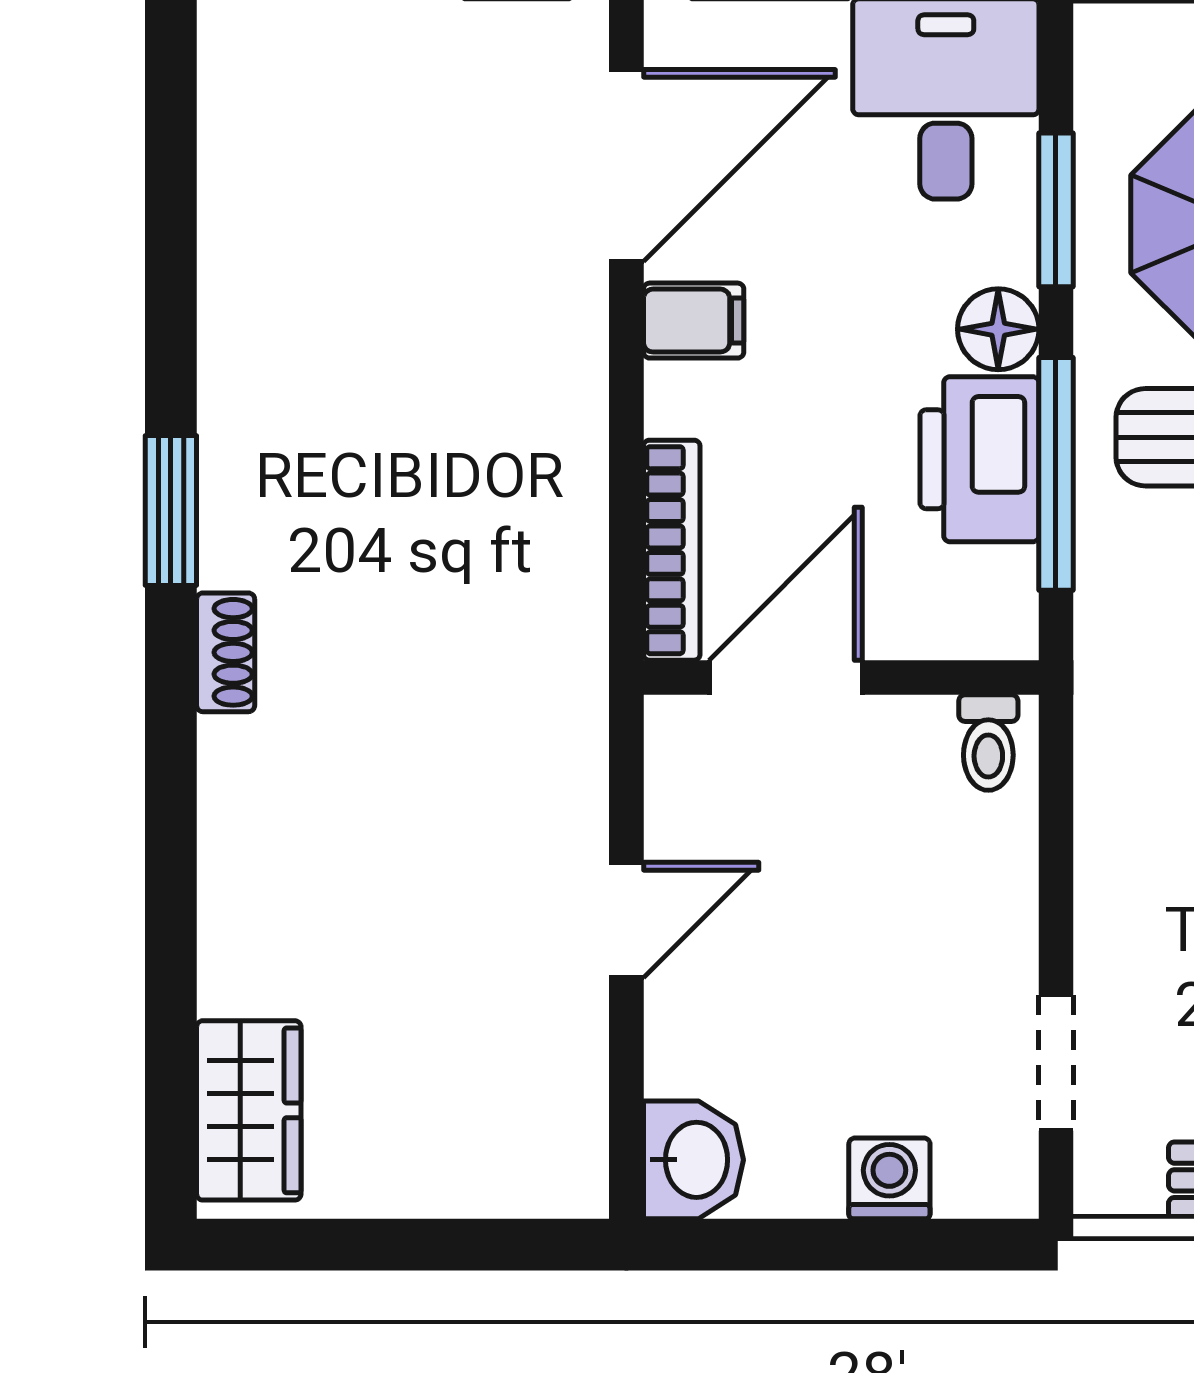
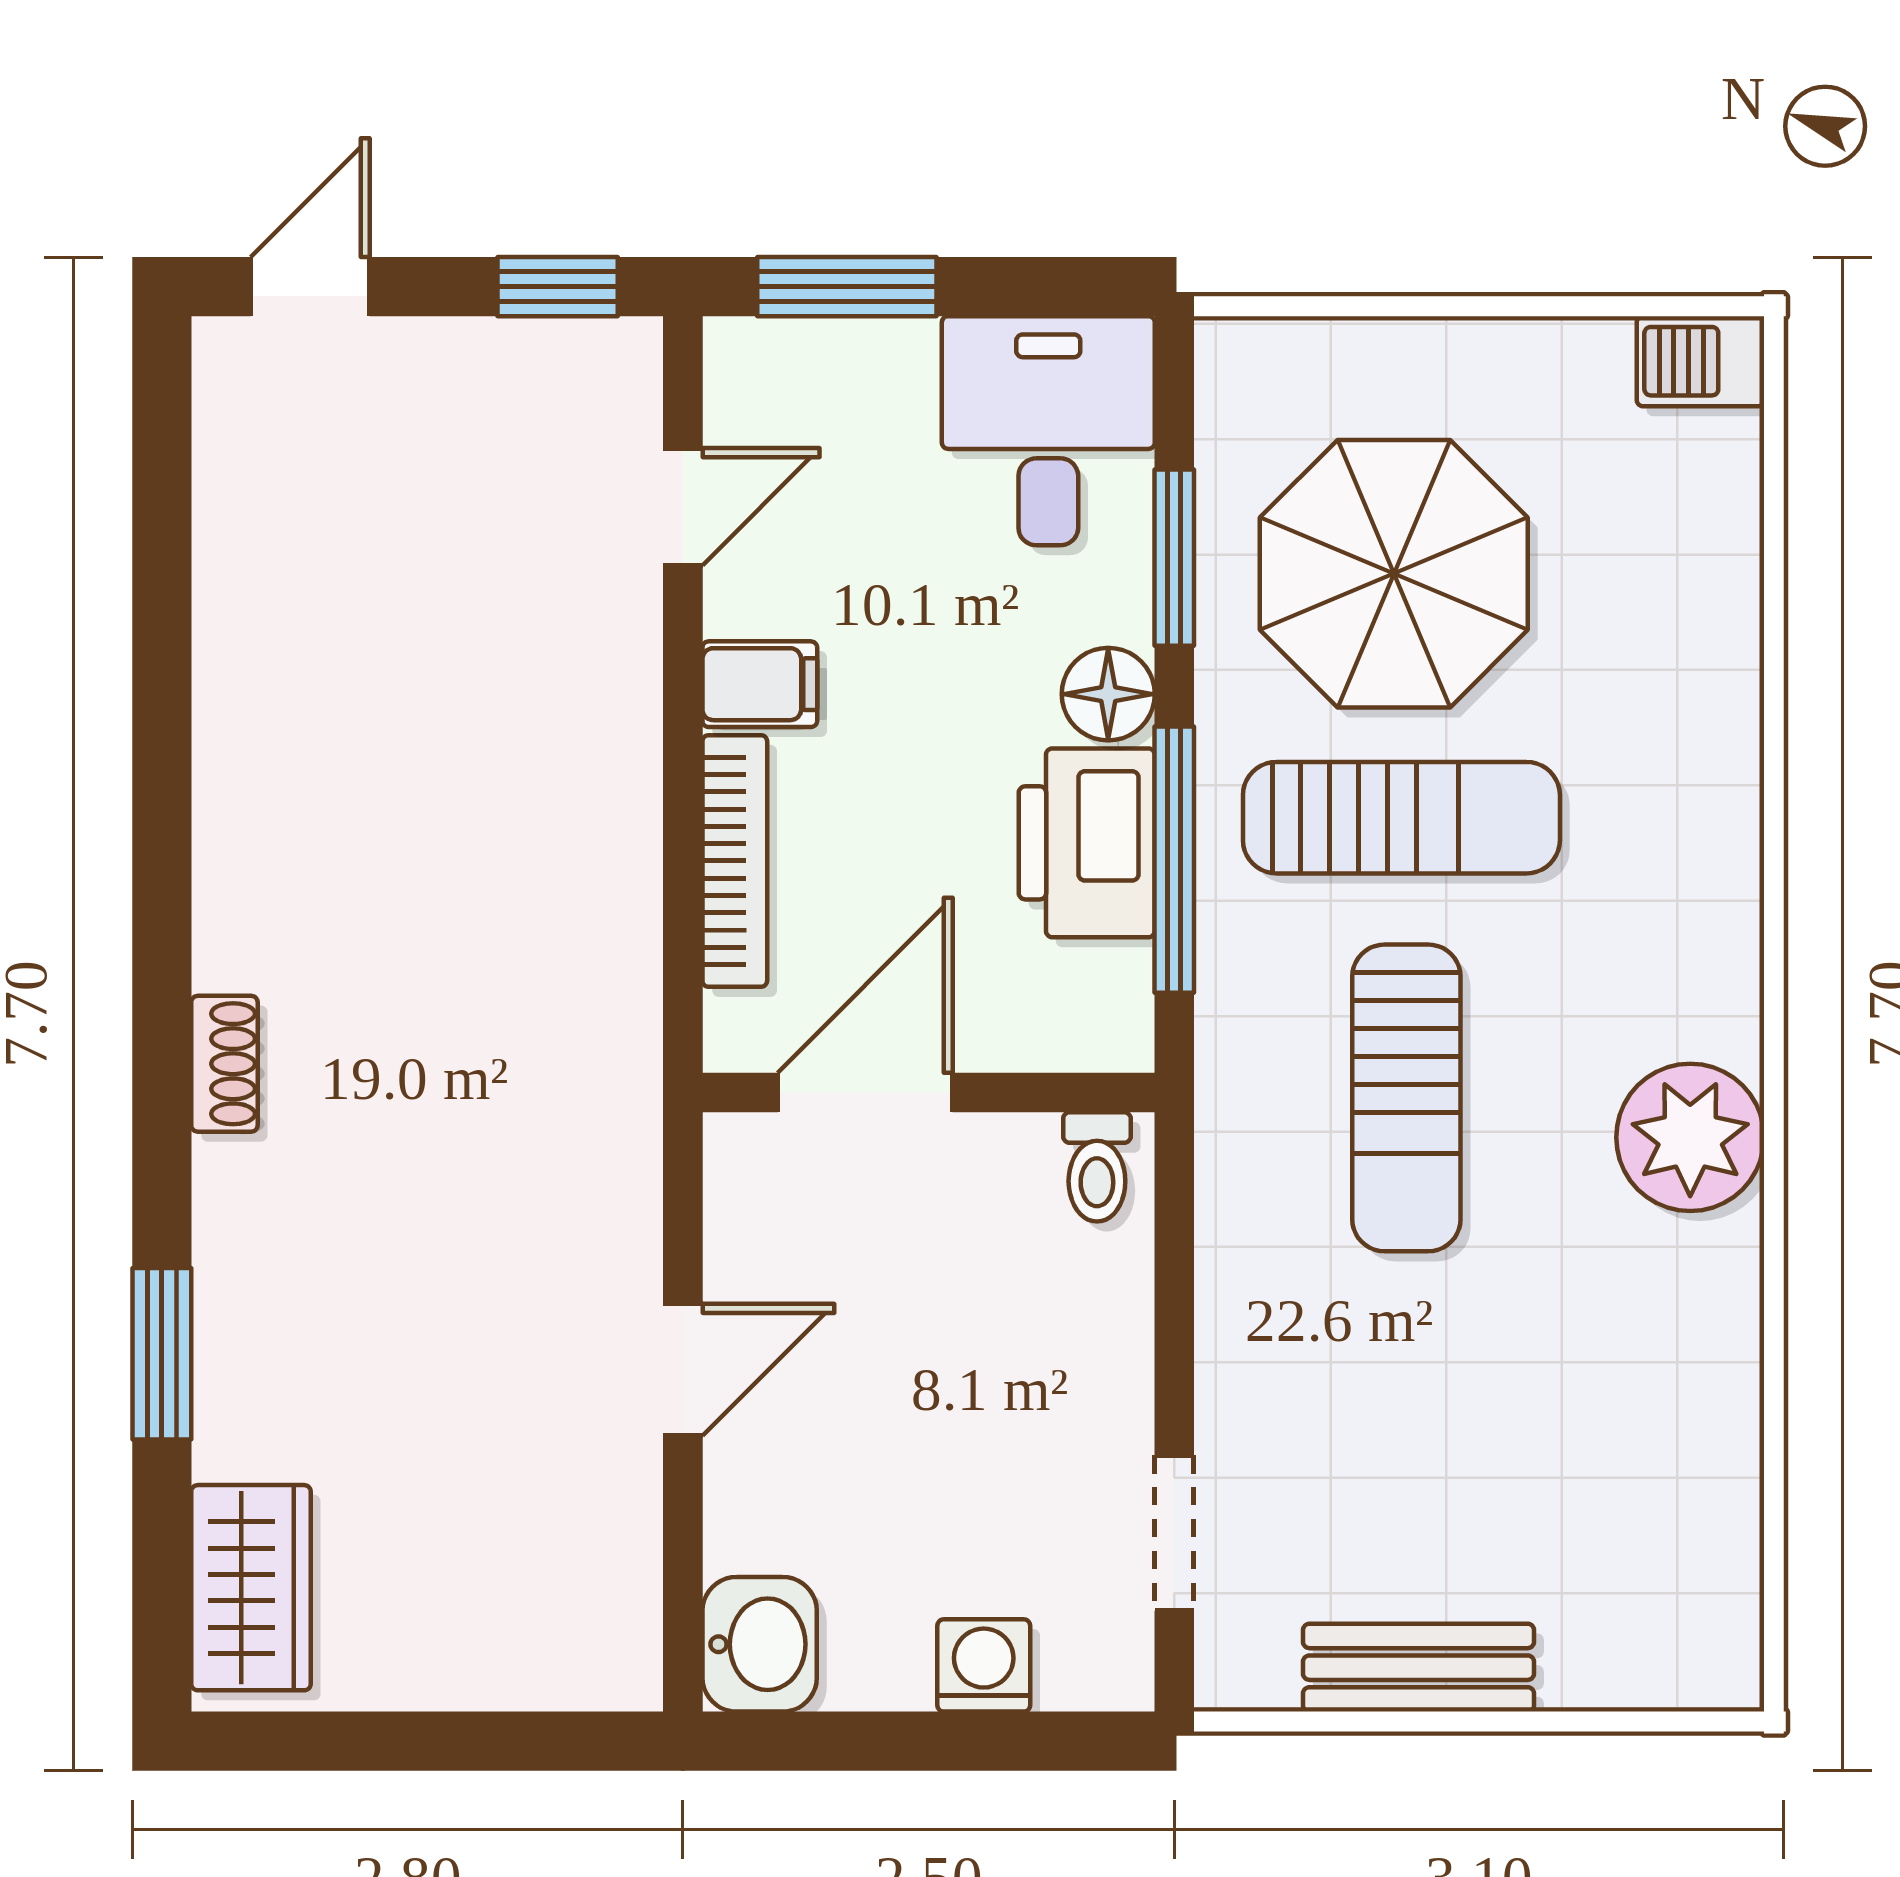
door: (626, 165) -> (683, 507), width x0.53
window: (171, 511) -> (162, 1354), moved
bookcase: (672, 550) -> (735, 861), moved

